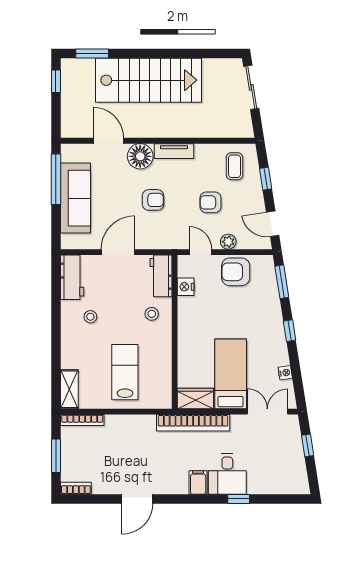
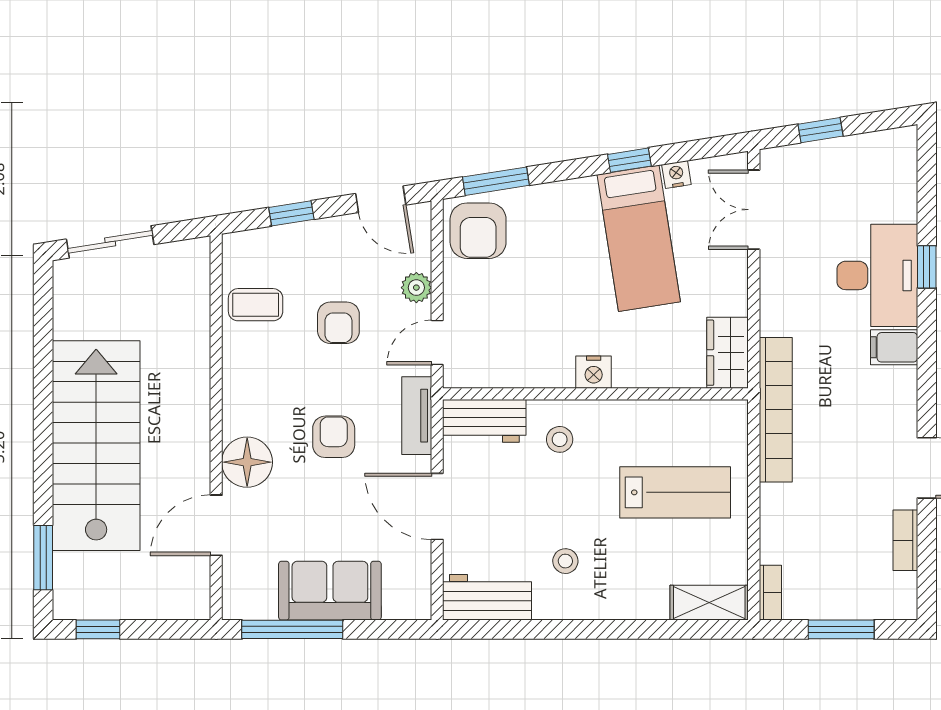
tv unit: (174, 151) -> (417, 416), moved, turned 180
coffee table: (235, 166) -> (256, 305), moved
sofa: (75, 198) -> (330, 591), width x0.73
door: (273, 224) -> (381, 199), hinge flipped
armchair: (236, 272) -> (478, 231), moved
nightstand: (186, 287) -> (594, 372), moved
window: (290, 331) -> (629, 160), moved
lab bench: (125, 372) -> (675, 492), turned 180
bed: (231, 374) -> (639, 238), moved, turned -99
bookcase: (82, 420) -> (770, 593), width x0.64
bookcase: (193, 423) -> (776, 410), moved
desk: (227, 474) -> (877, 275), width x1.37
bookcase: (76, 488) -> (905, 540), moved

